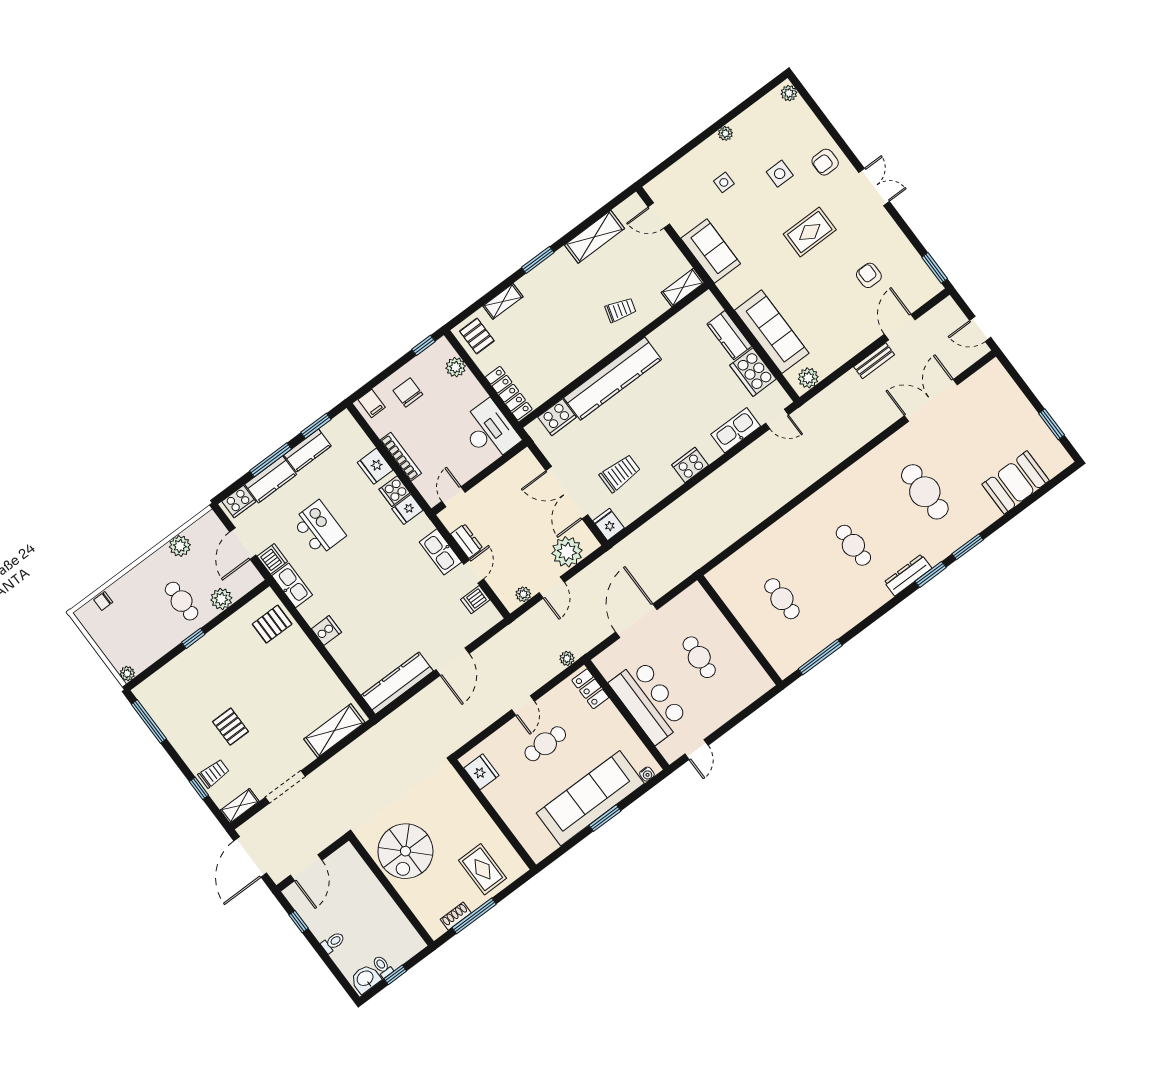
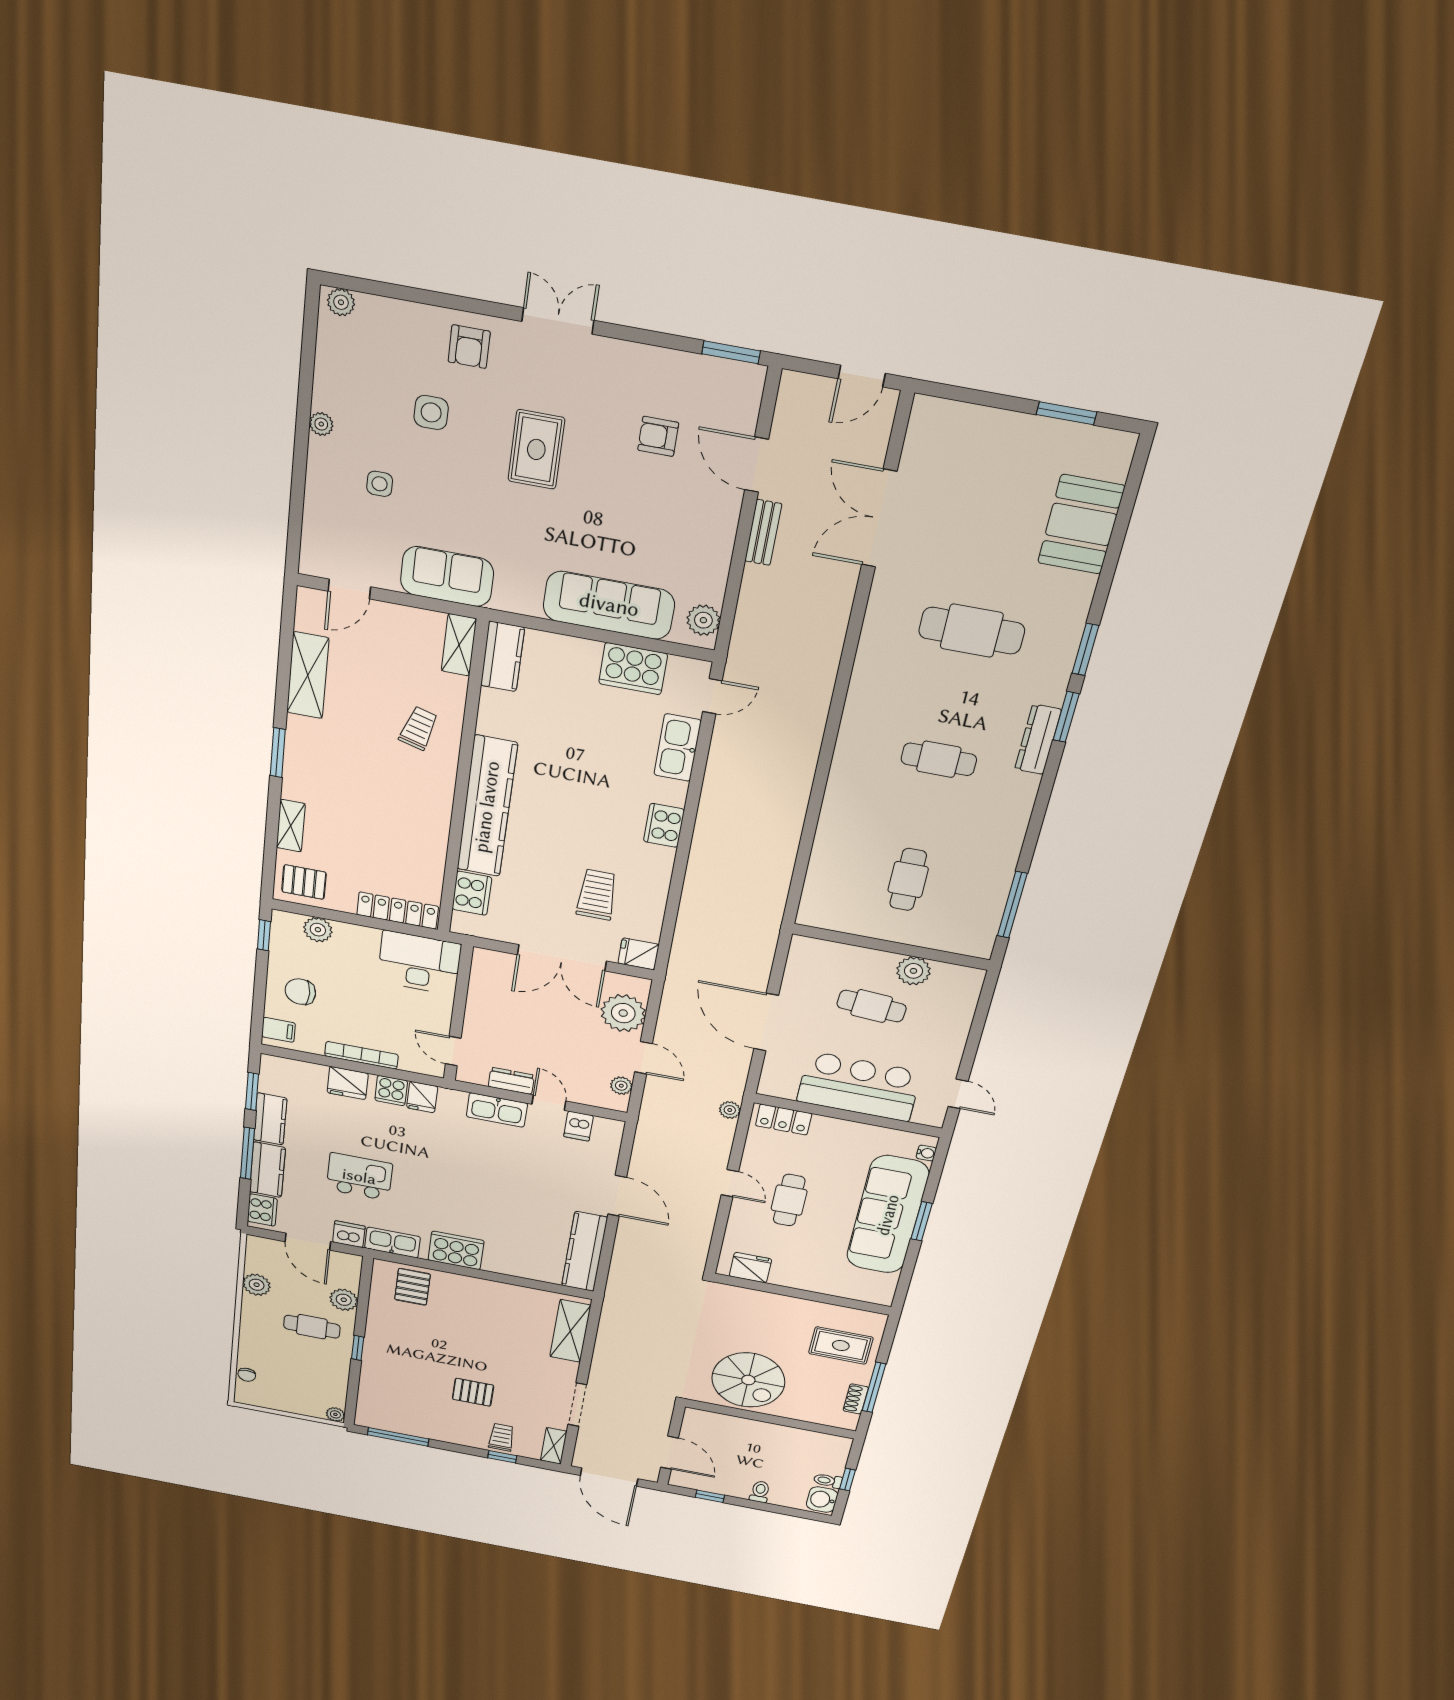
kitchen counter: (729, 335) -> (503, 656), moved, turned -90
cafe table: (782, 599) -> (908, 880), turned 90
cooker: (326, 630) -> (456, 1250), width x1.87, depth x1.31
plant: (739, 654) -> (913, 971), added

